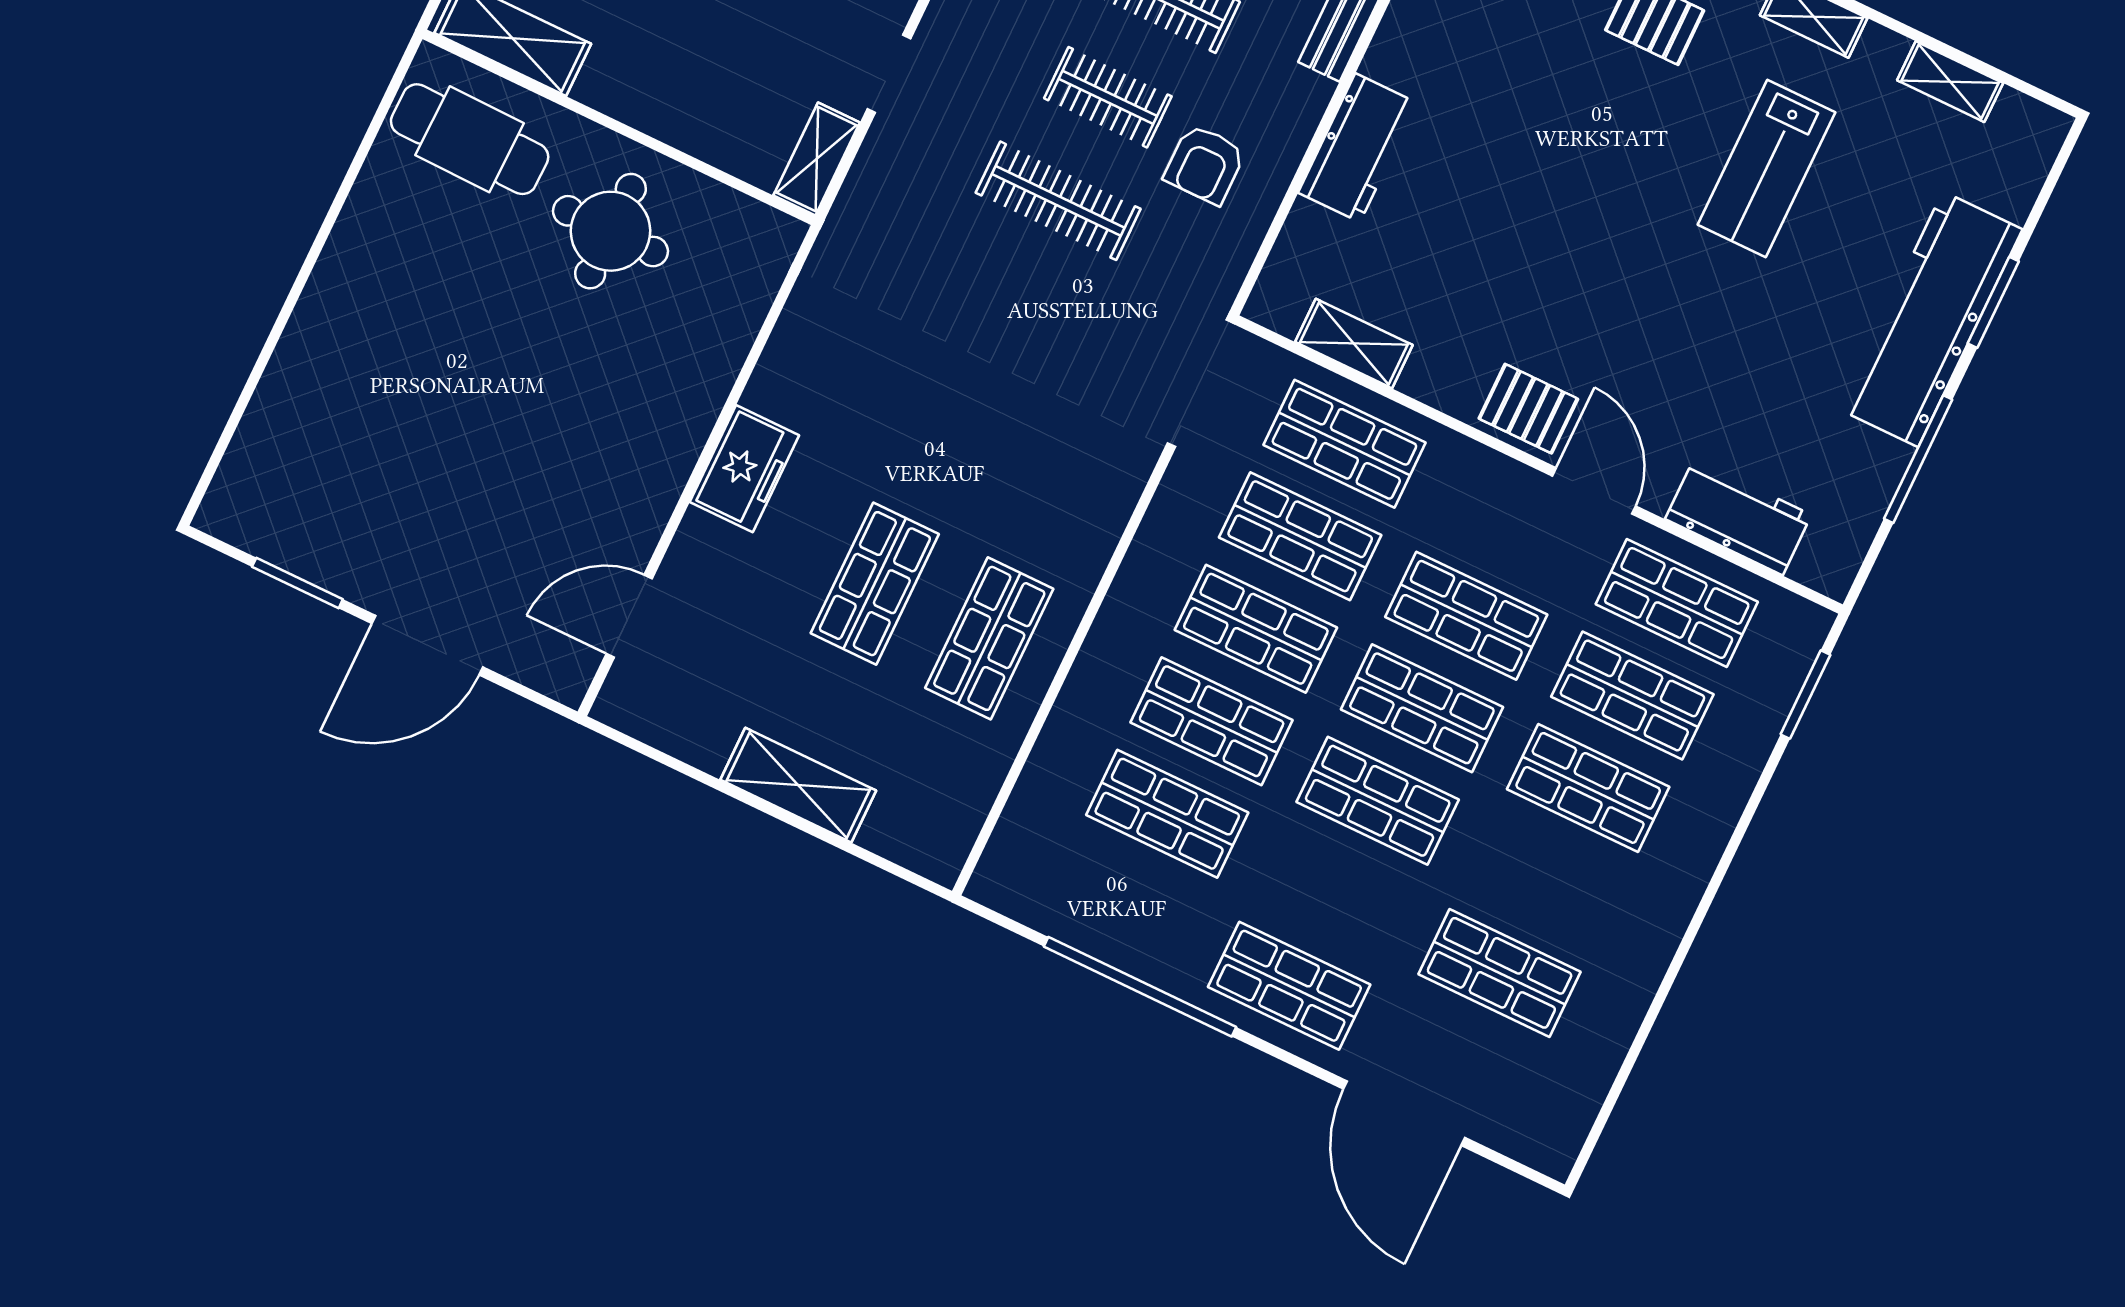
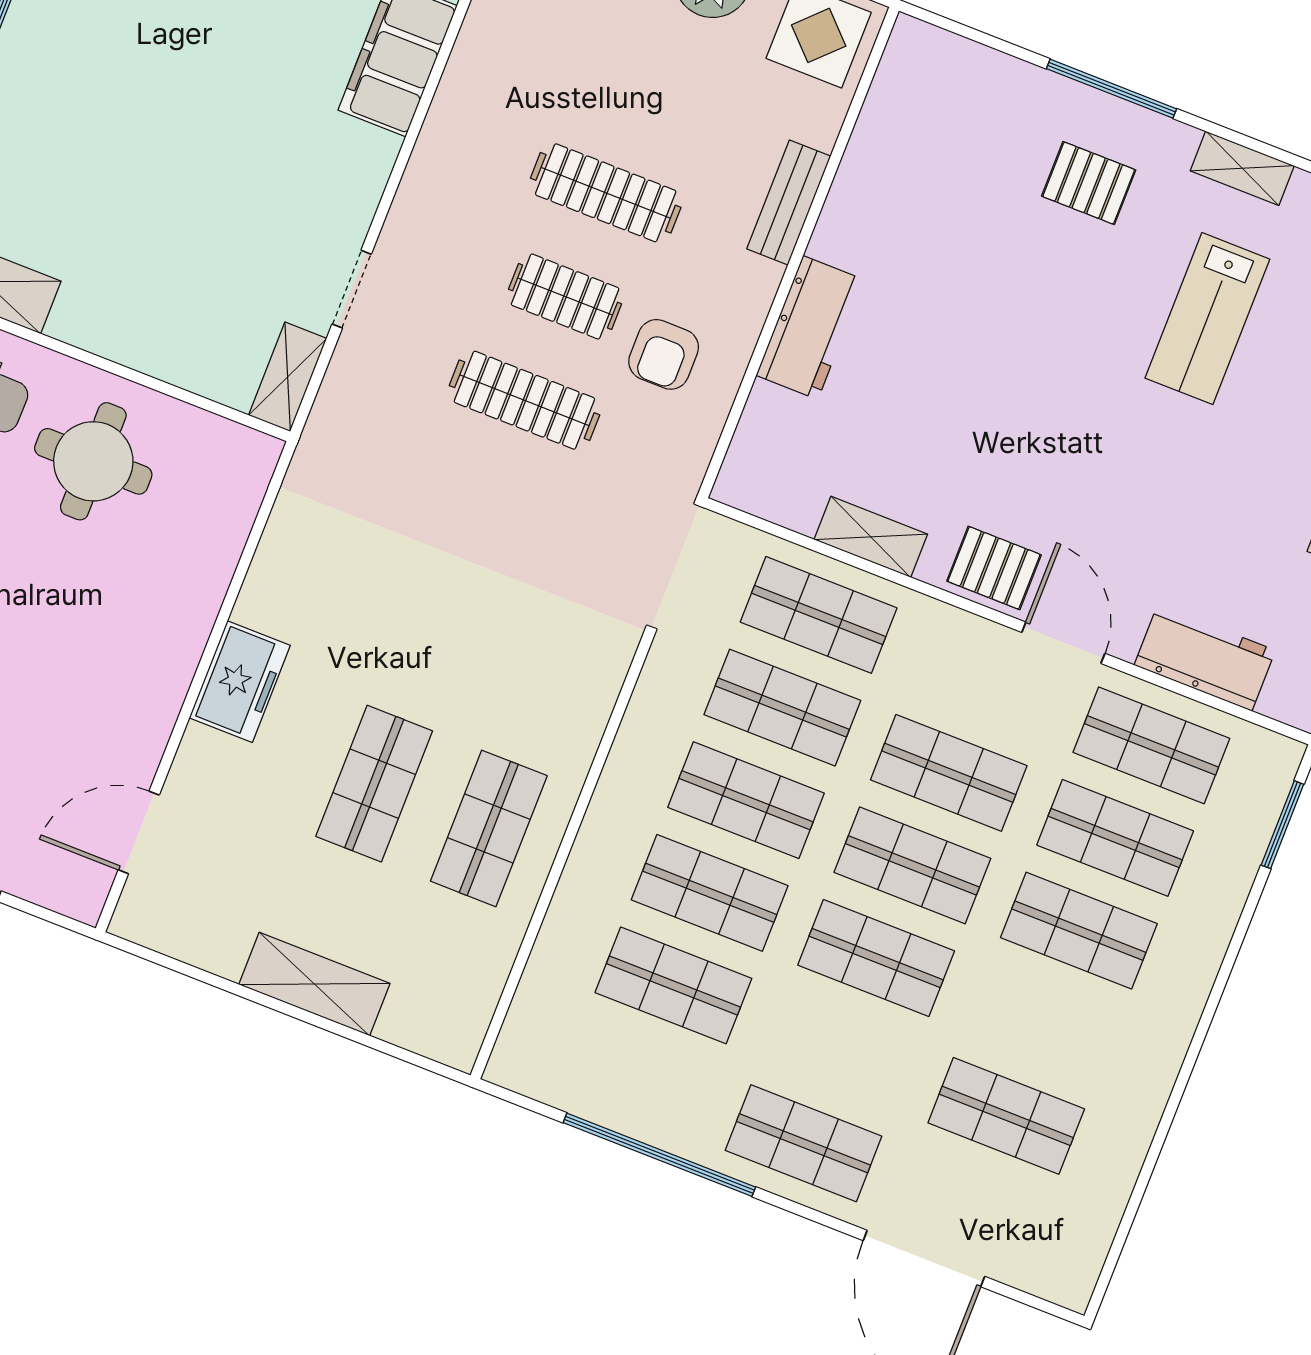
shelving: (1354, 343) -> (871, 537), moved

